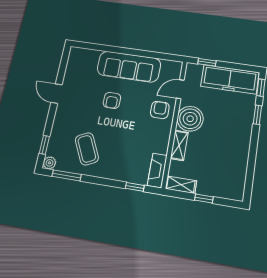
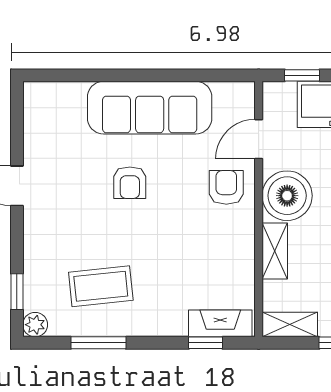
coffee table: (87, 149) -> (101, 286), turned -70
fireplace: (157, 170) -> (220, 323), moved, turned 90
window: (67, 175) -> (98, 343), moved

